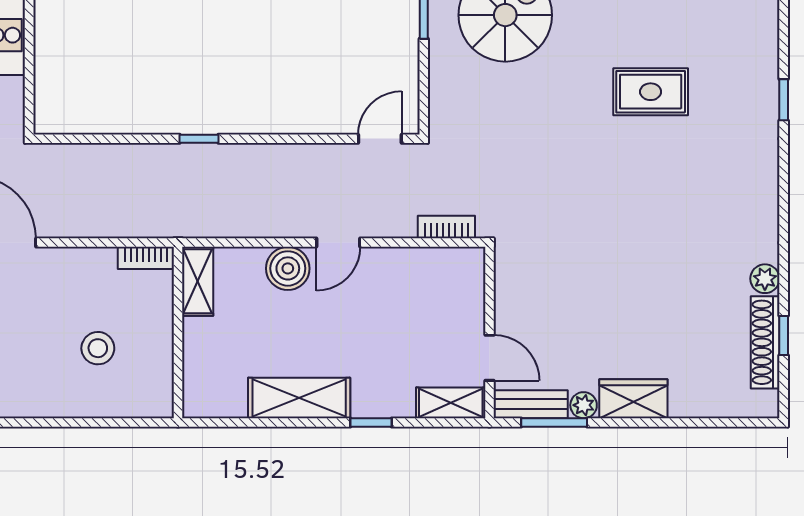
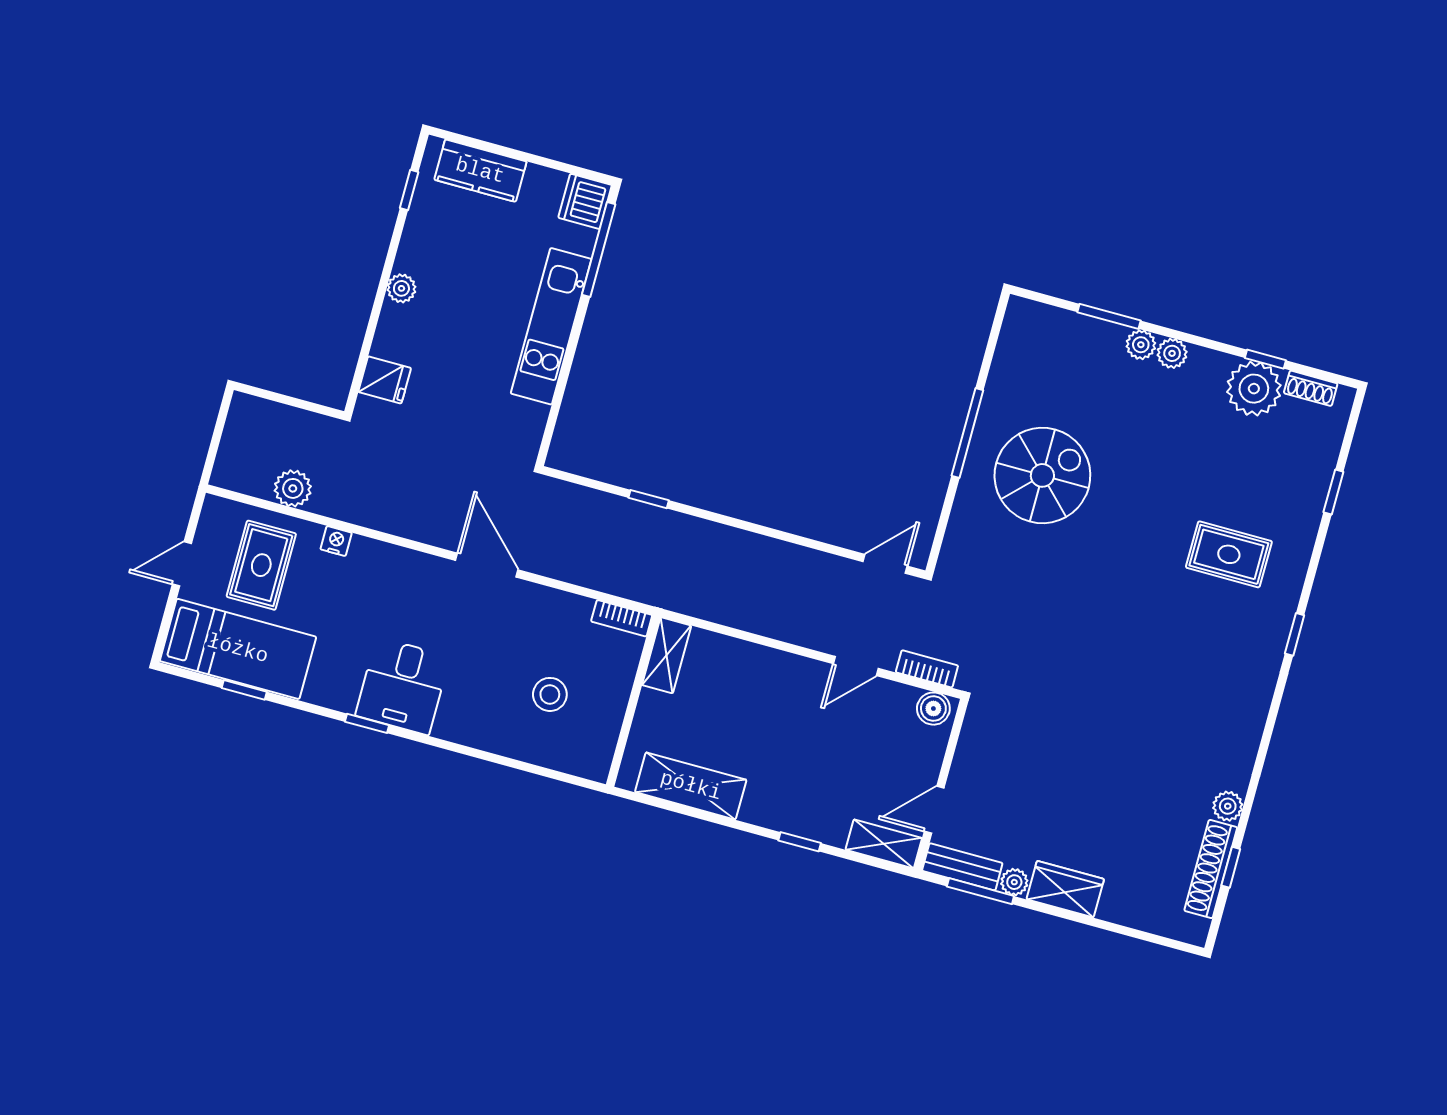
rug: (651, 92) -> (1229, 554), moved
window: (199, 139) -> (649, 499), moved
door: (338, 243) -> (856, 666), moved
boiler: (288, 268) -> (933, 709), moved, width x0.73, depth x0.73
door: (489, 358) -> (934, 810), swing flipped
shelving: (299, 398) -> (691, 786), moved

